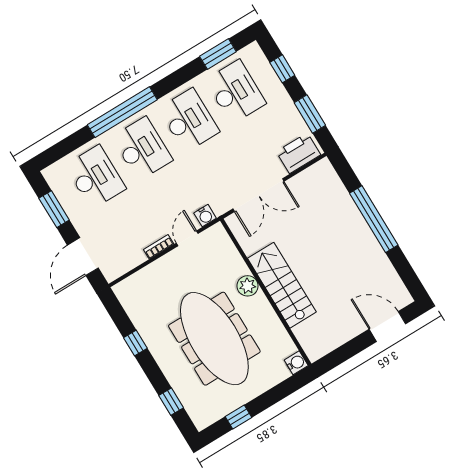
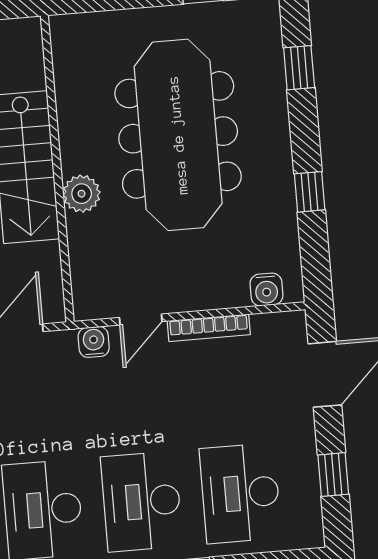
window: (54, 209) -> (333, 475), width x0.67
bookcase: (159, 247) -> (209, 328), width x1.56
water cooler: (296, 363) -> (266, 290), moved, turned -90

